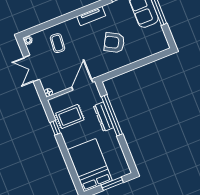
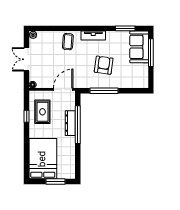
coffee table: (57, 43) -> (68, 42), moved
armchair: (114, 43) -> (104, 65), turned 69
window: (125, 69) -> (104, 91), added
rug: (70, 116) -> (42, 112), turned 90

